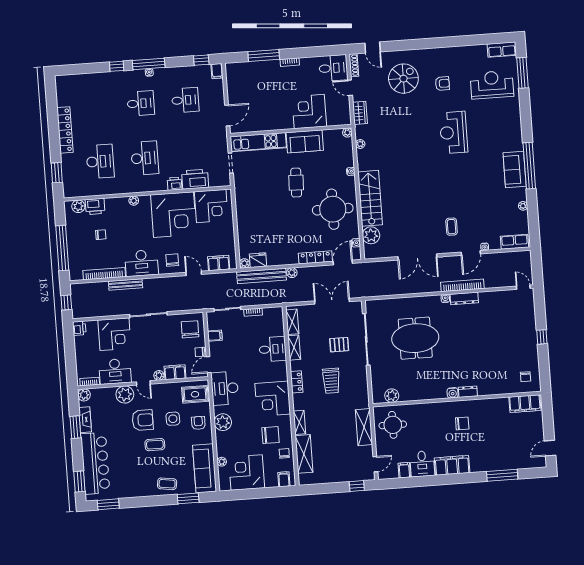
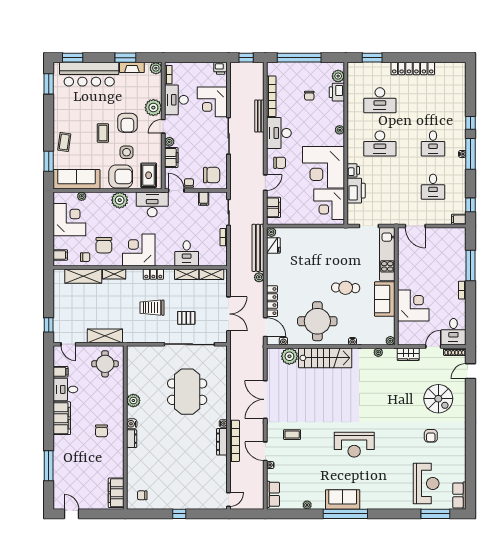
reception desk: (454, 132) -> (354, 445), moved, turned 180
pallet: (339, 345) -> (186, 318), turned 90
plant: (392, 396) -> (133, 400), moved
armchair: (198, 423) -> (121, 176), width x1.88, depth x1.88

